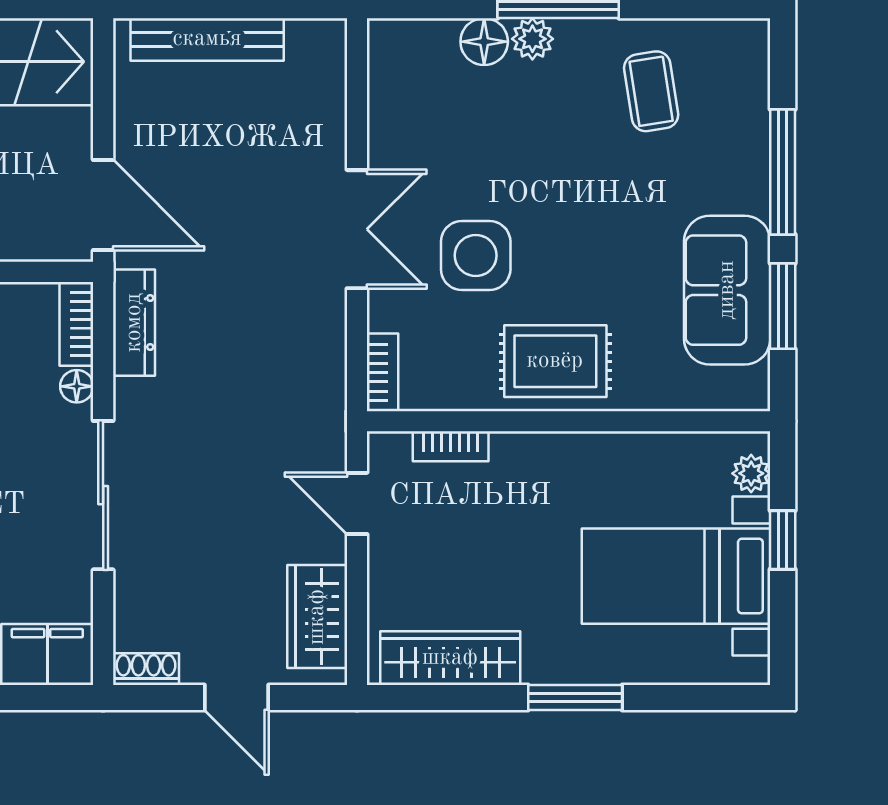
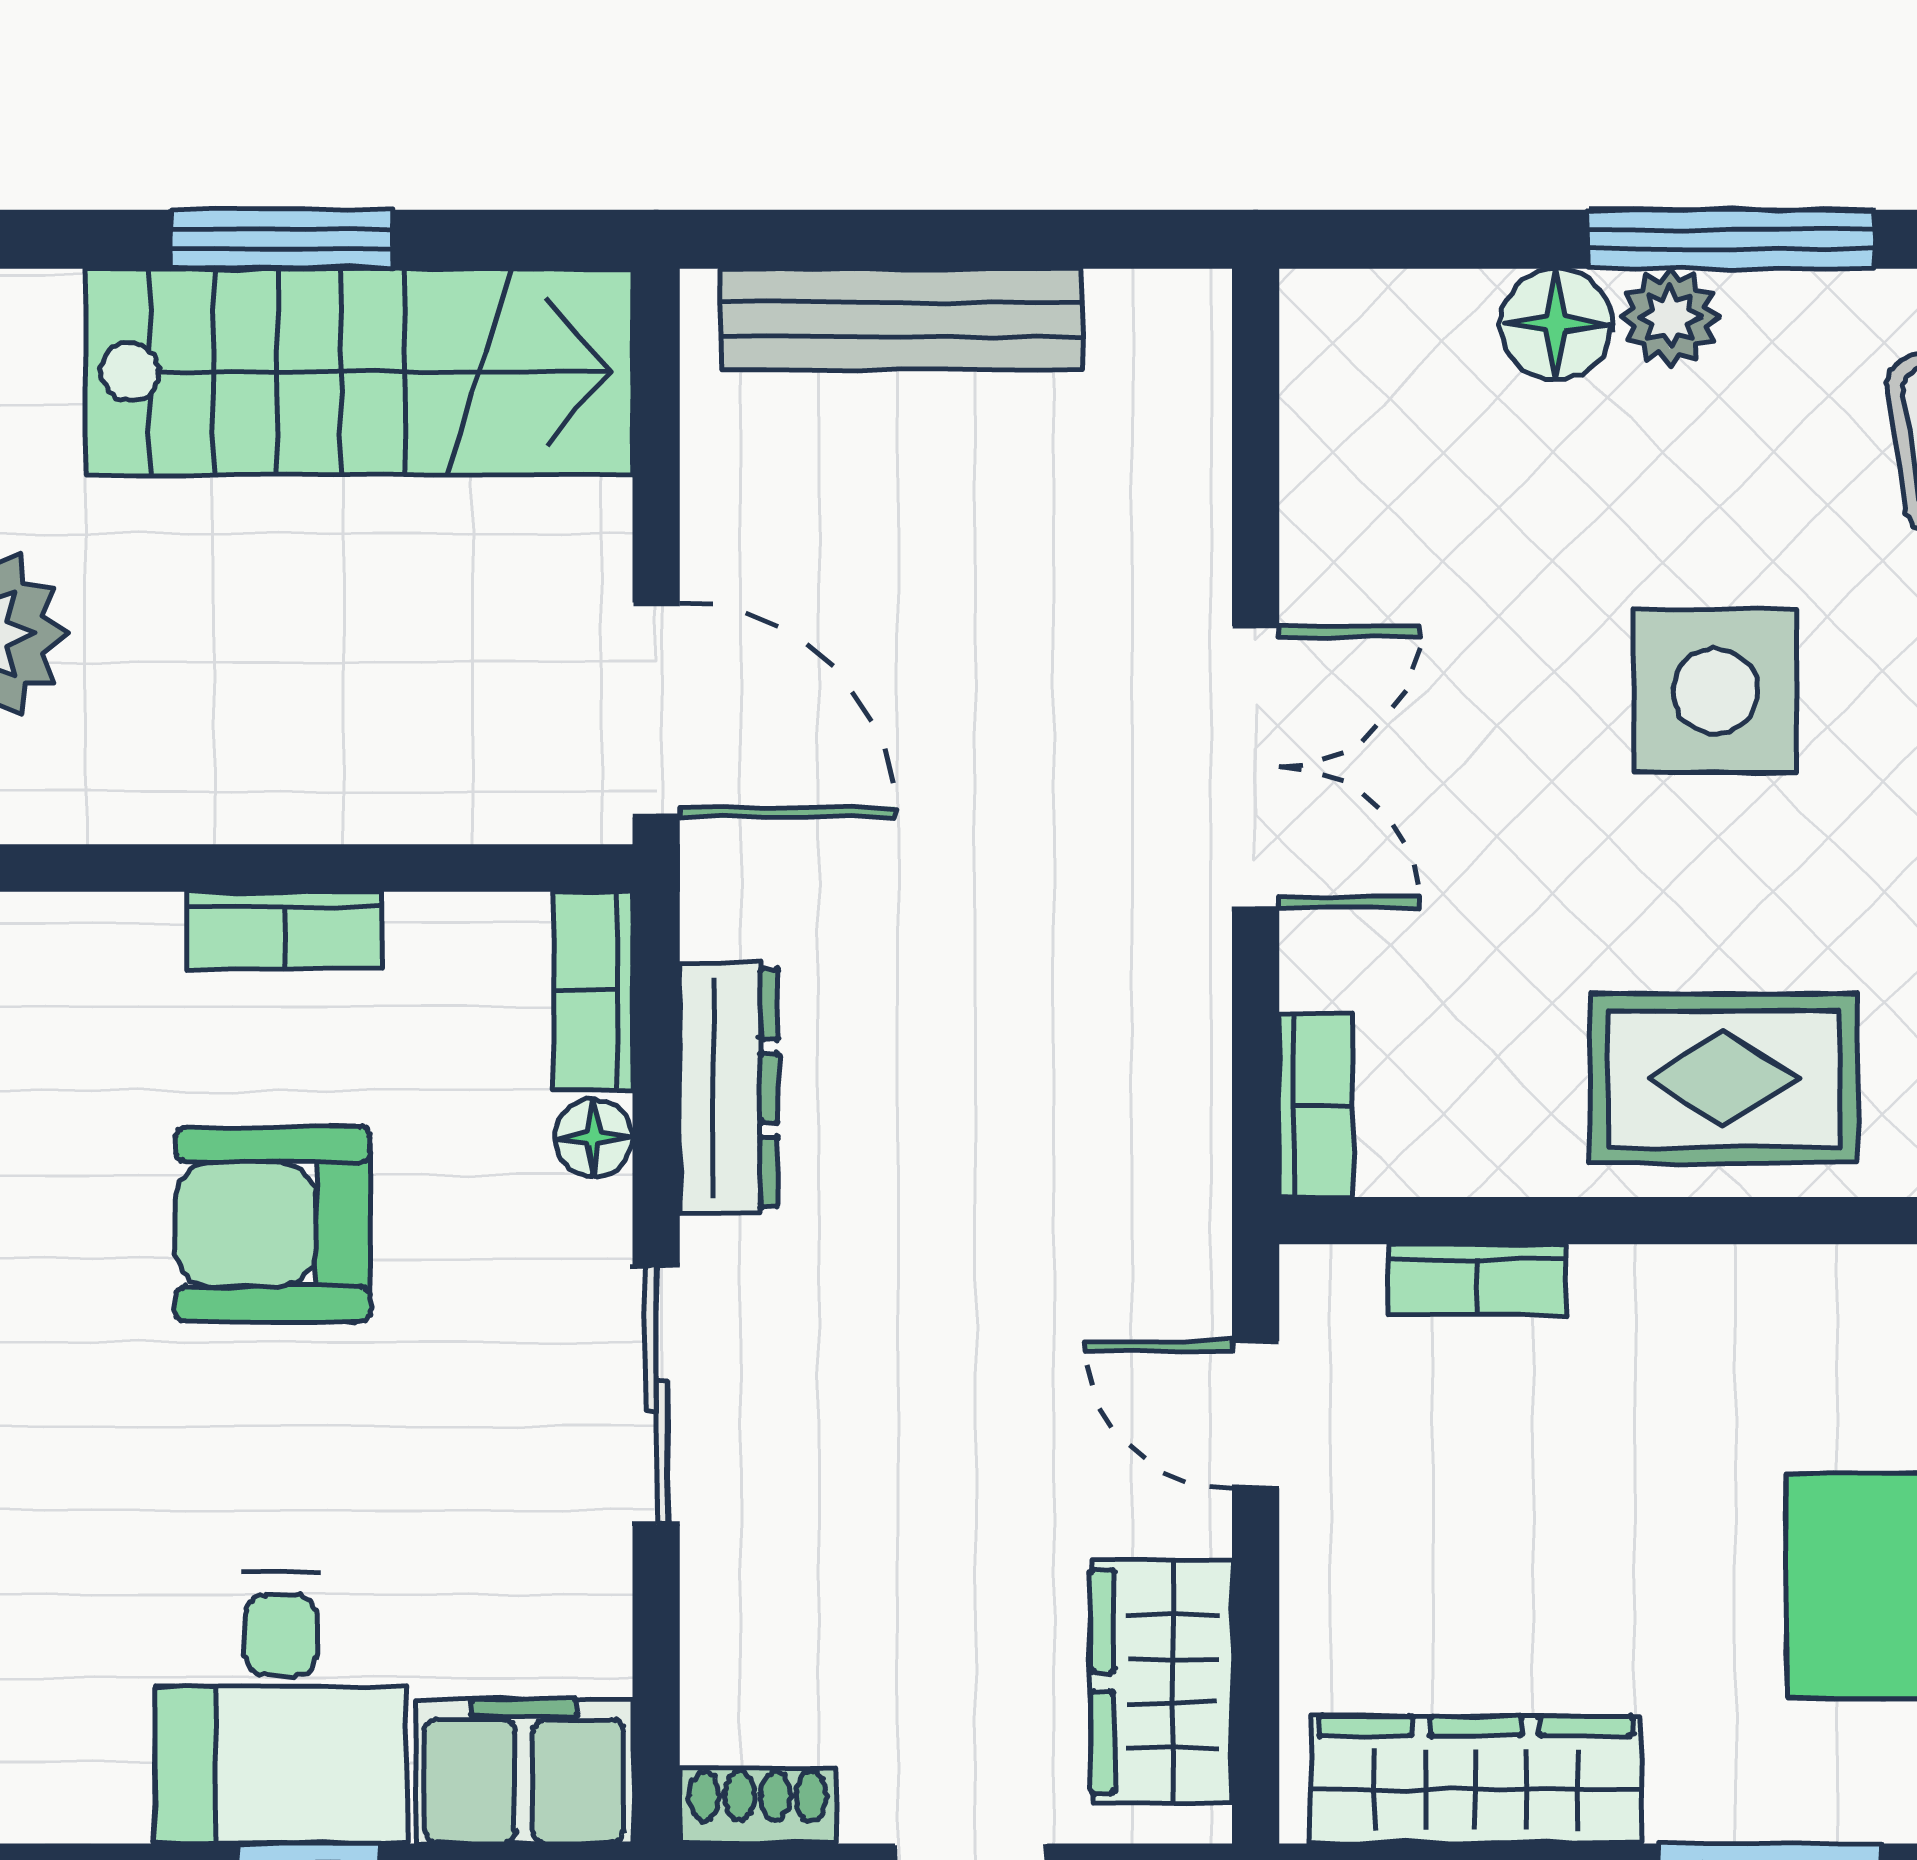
side table: (476, 255) -> (1715, 691), moved
dresser: (134, 323) -> (729, 1088), moved
sliding door: (103, 495) -> (656, 1395), width x0.73

